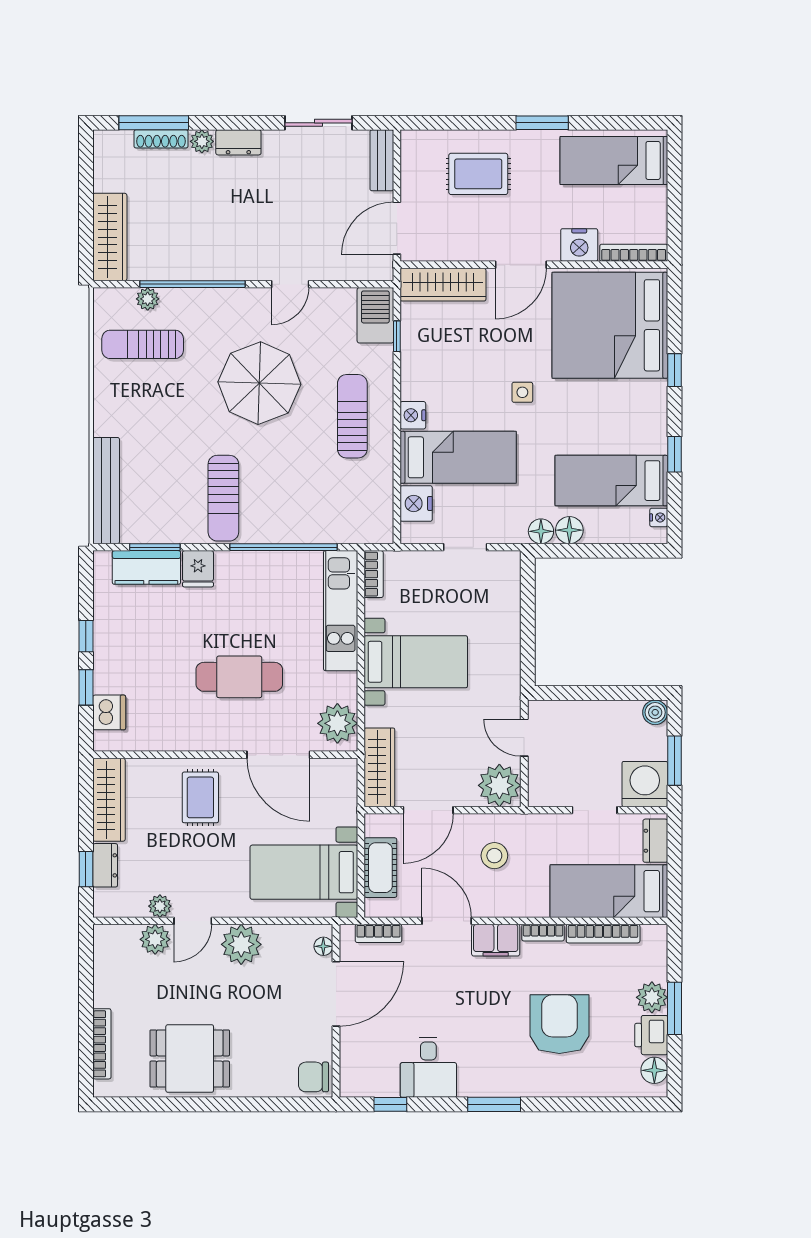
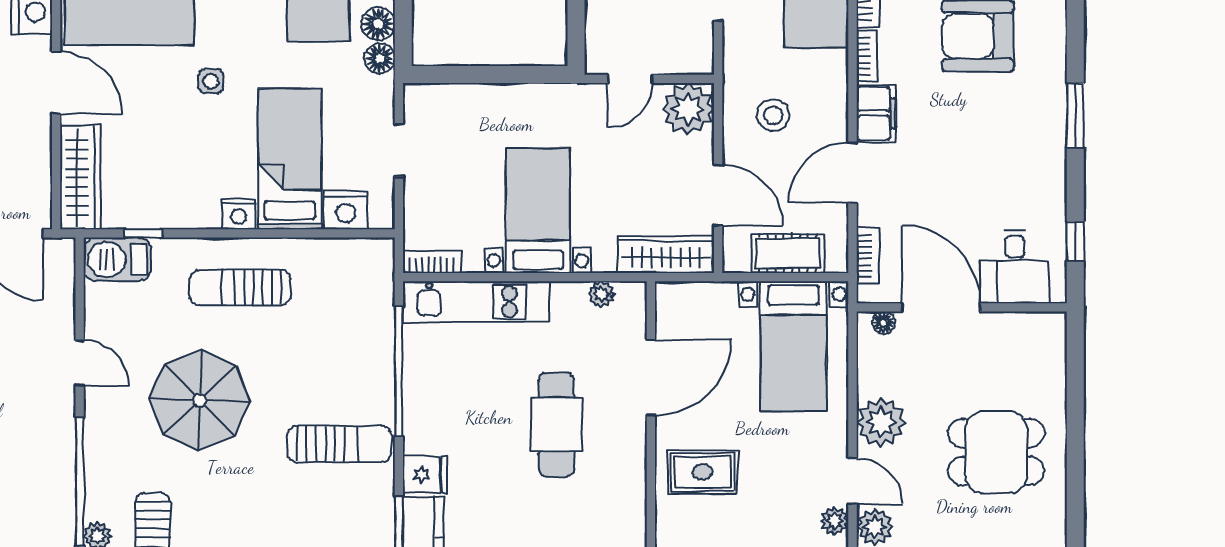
plant: (337, 723) -> (601, 294), width x0.53, depth x0.53
dining table: (190, 1058) -> (996, 452), moved, turned 90
desk: (428, 1067) -> (1015, 267), moved, turned 90
chair: (313, 1077) -> (1042, 335), removed

